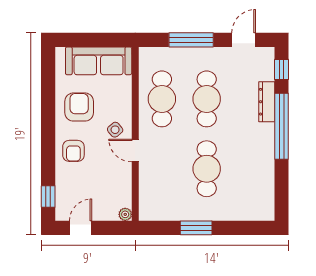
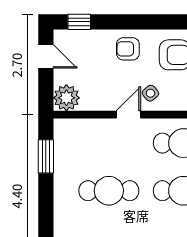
plant: (125, 214) -> (66, 98), width x1.88, depth x1.88
window: (196, 228) -> (46, 156), moved

